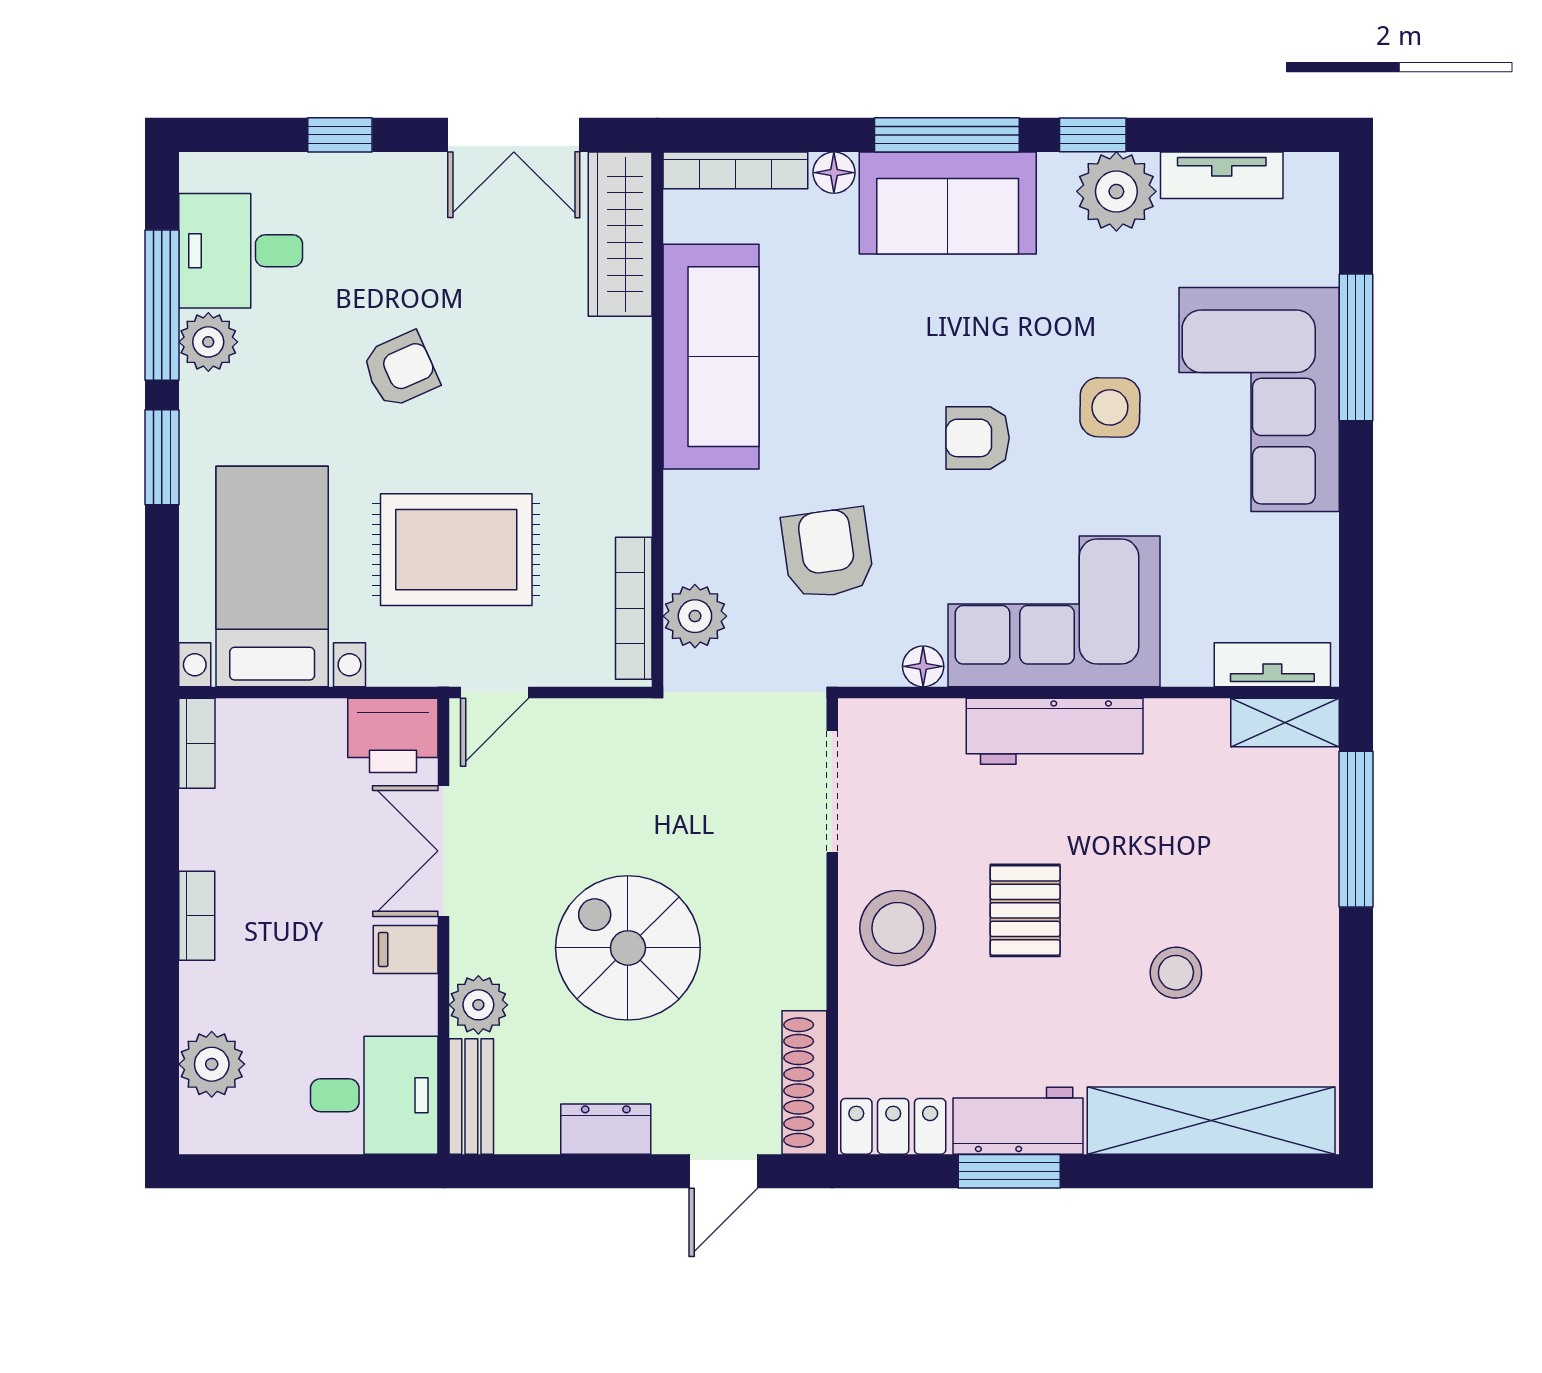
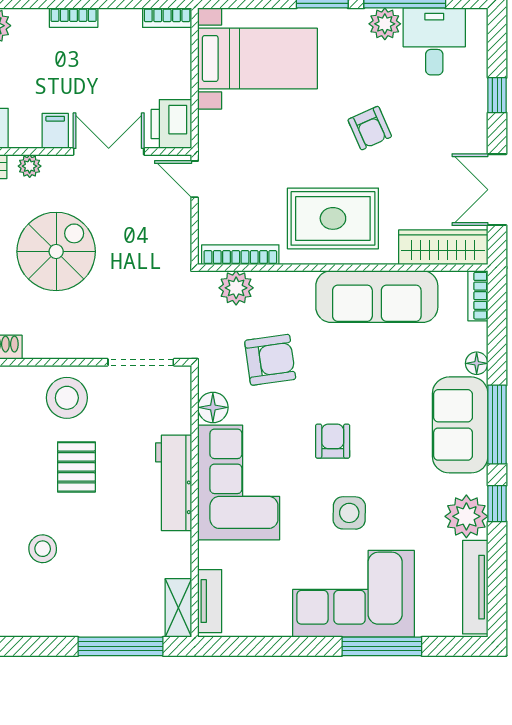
bookcase: (735, 170) -> (478, 296), width x0.64
tv unit: (1222, 175) -> (475, 587), width x1.41
rug: (456, 550) -> (333, 218), moved, turned 90
floor lamp: (923, 666) -> (213, 407), width x1.37, depth x1.37
pallet: (1025, 910) -> (76, 467), turned 90
plant: (478, 1005) -> (30, 166), width x0.73, depth x0.73

